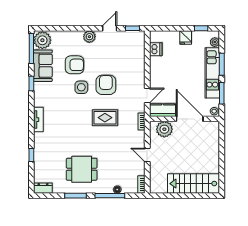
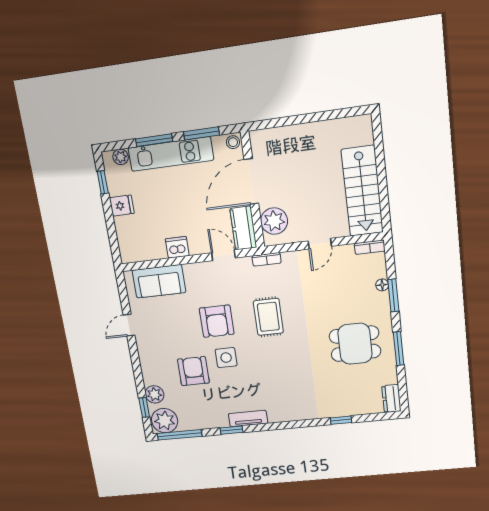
door: (110, 28) -> (129, 325), hinge flipped
window: (133, 28) -> (144, 407), moved
plant: (89, 37) -> (154, 394), moved
dishwasher: (156, 49) -> (177, 247), moved
sofa: (43, 66) -> (159, 281), moved, turned 180
armchair: (106, 85) -> (217, 321), turned -90
tv unit: (38, 120) -> (248, 419), moved
dining table: (82, 169) -> (355, 344), turned 90
stairs: (193, 184) -> (362, 191), moved
window: (110, 196) -> (393, 295), width x0.69

